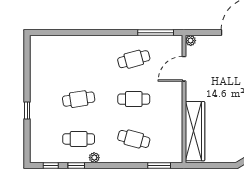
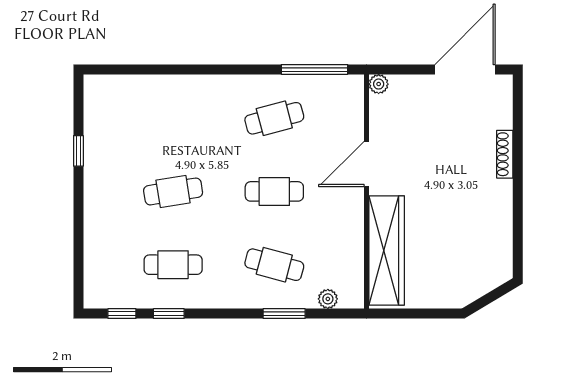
door: (184, 69) -> (366, 164), moved
window: (27, 110) -> (78, 151), moved
plant: (94, 158) -> (328, 299), moved
window: (159, 166) -> (284, 314), moved

